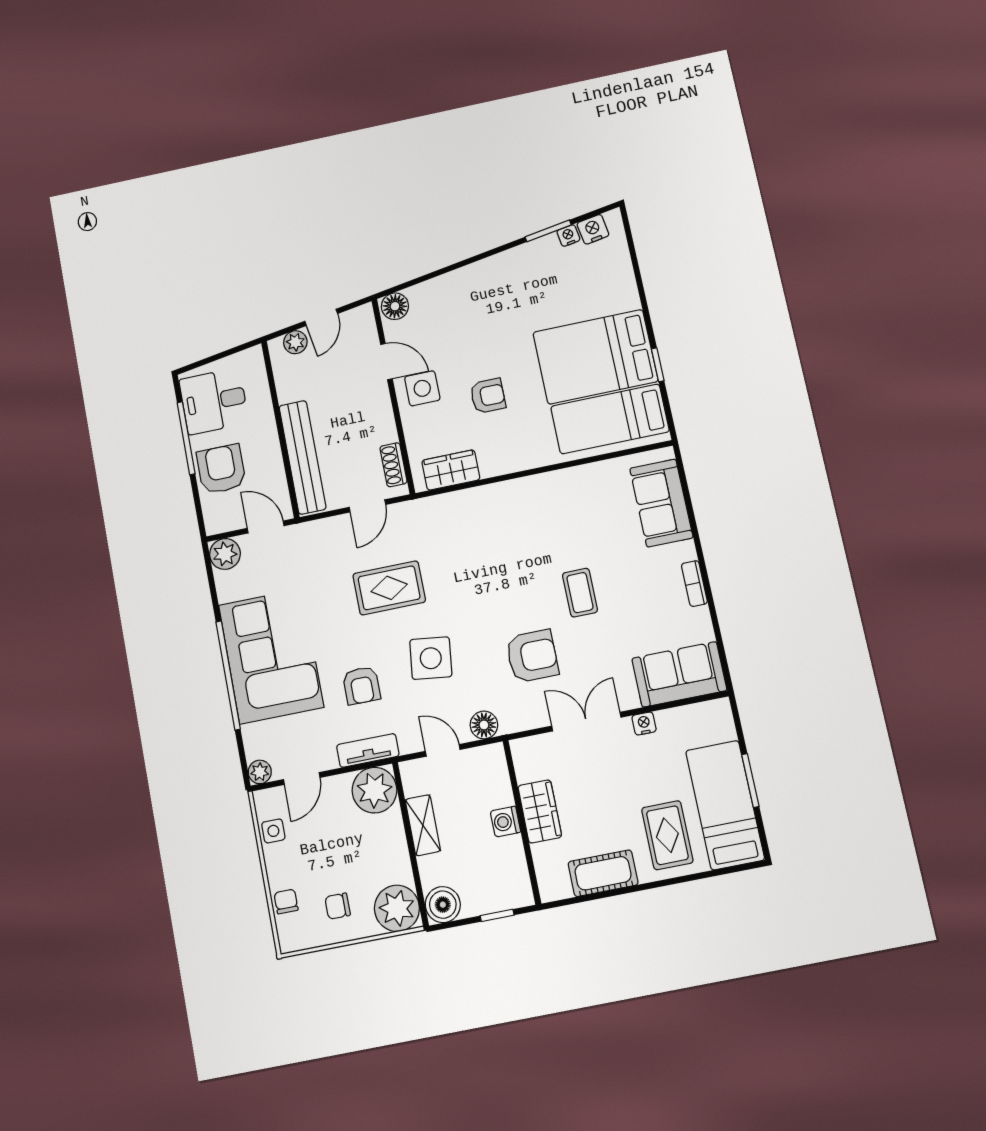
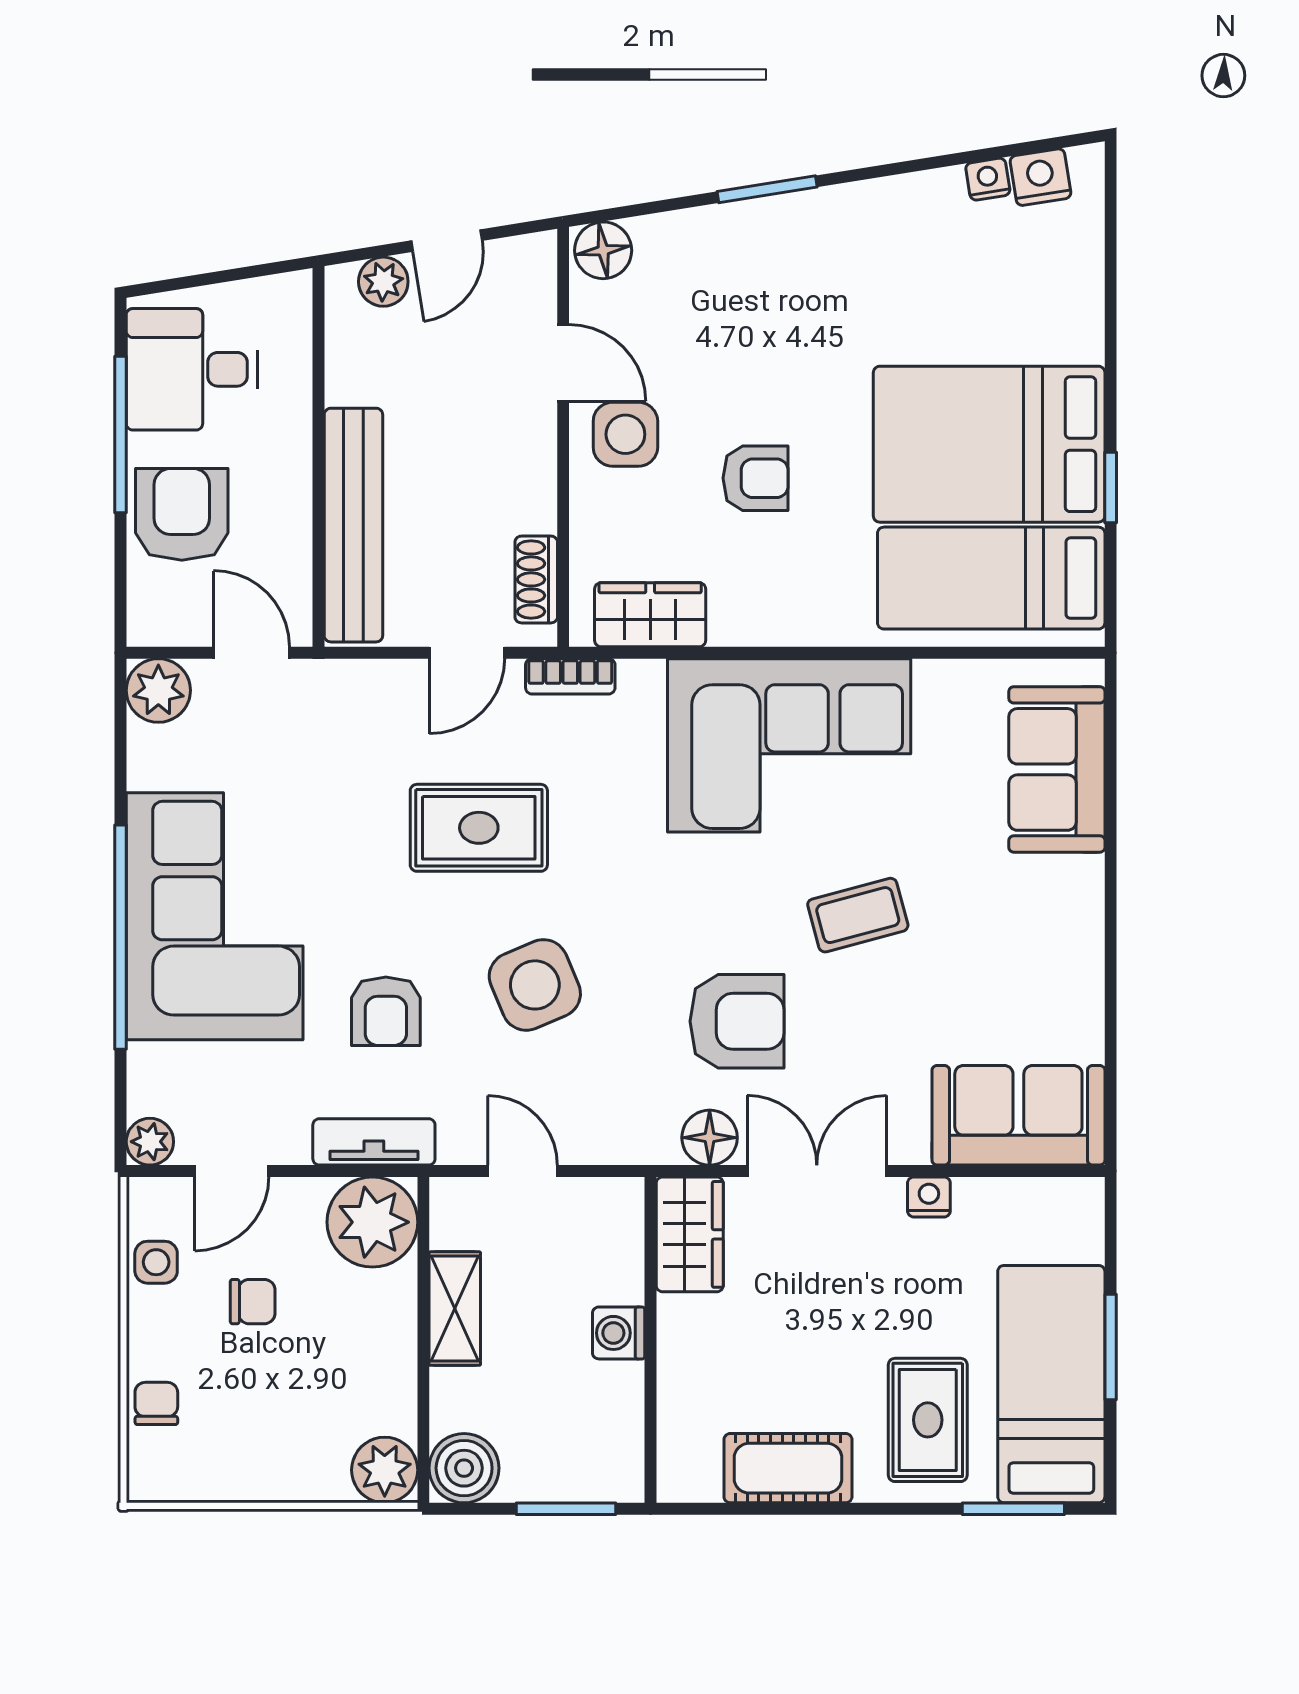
window: (548, 231) -> (767, 189), moved
corner sofa: (530, 518) -> (789, 745), added
bookcase: (694, 584) -> (570, 676), moved, turned -90
coffee table: (580, 593) -> (858, 915), turned 75
side table: (431, 658) -> (535, 985), turned -30
floor lamp: (484, 725) -> (710, 1138), moved
wardrobe: (540, 811) -> (690, 1234), moved
window: (720, 872) -> (1013, 1509), added
chair: (338, 906) -> (253, 1302), moved, turned 180
plant: (397, 908) -> (385, 1470), width x0.73, depth x0.73
window: (497, 915) -> (566, 1509), width x1.50

